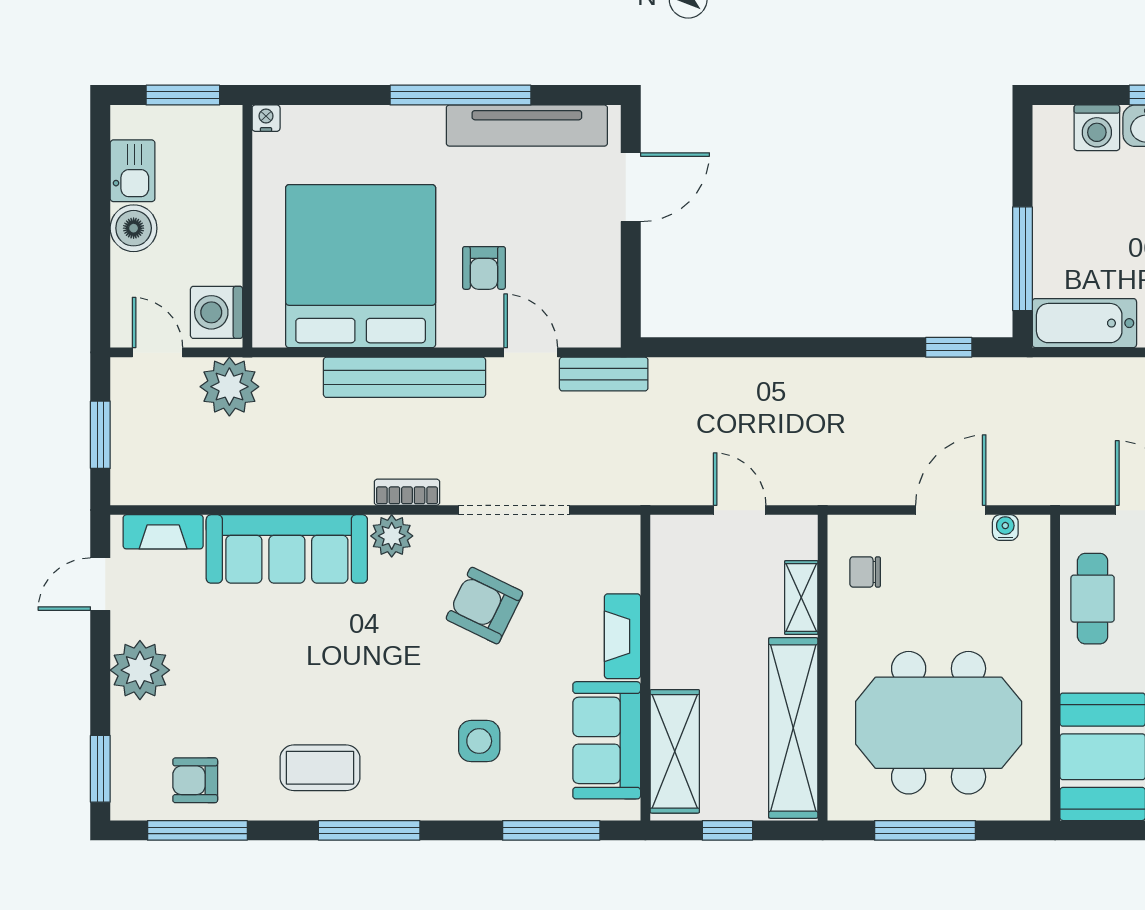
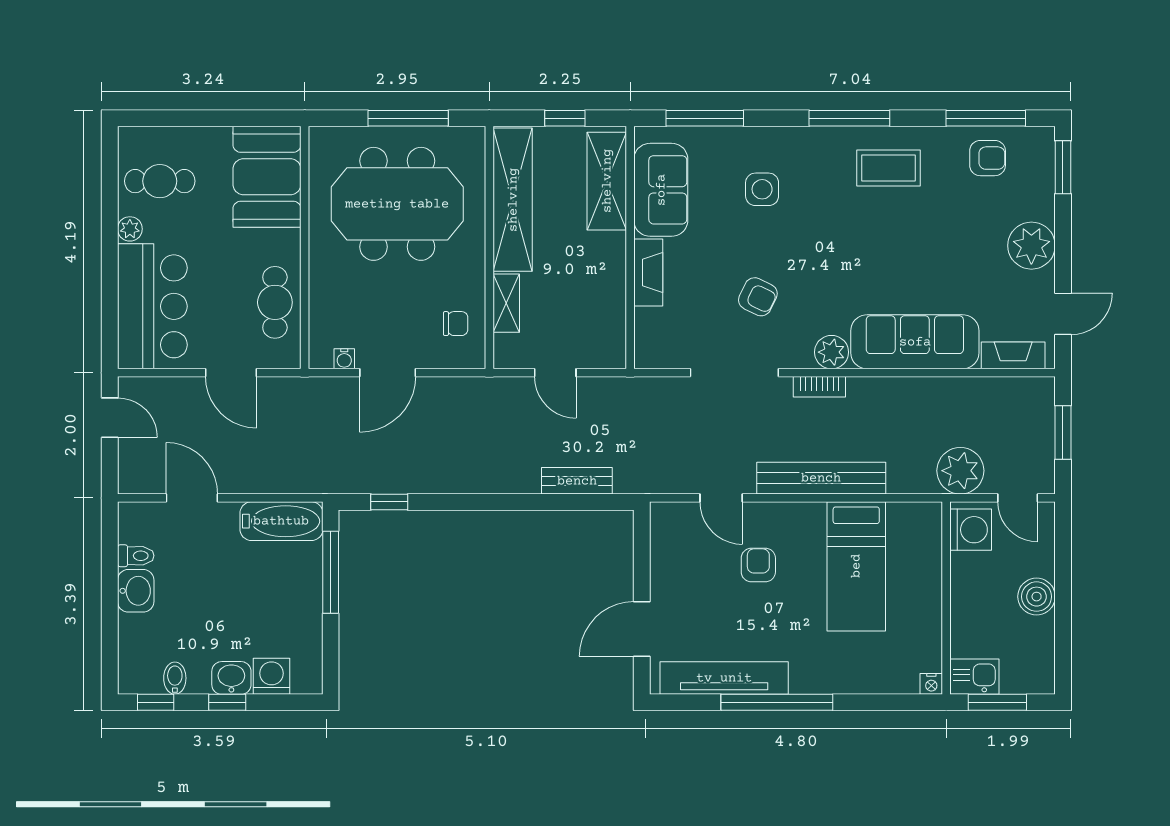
kitchen sink: (133, 171) -> (974, 677), moved, turned 90
bed: (361, 266) -> (856, 566), width x0.49
bench: (604, 374) -> (577, 481), moved
armchair: (484, 606) -> (758, 297), width x0.72, depth x0.72

